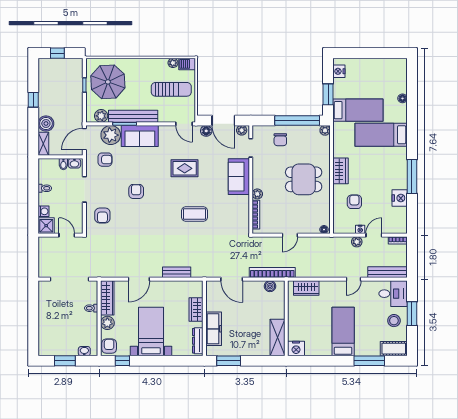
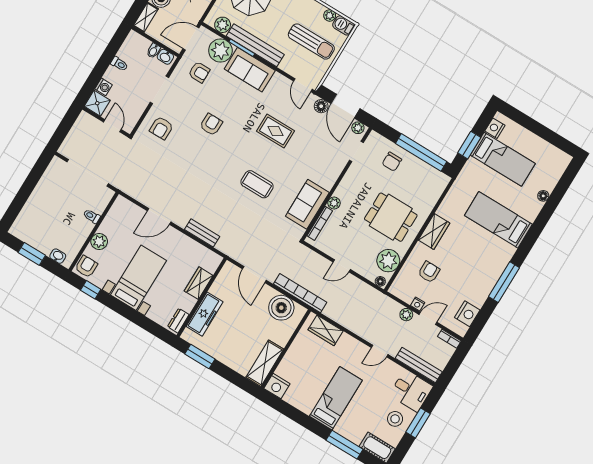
bed: (358, 110) -> (503, 159), moved
plant: (325, 130) -> (388, 261), moved, width x1.87, depth x1.87
sofa: (239, 177) -> (307, 204), moved
nightstand: (400, 198) -> (467, 314), moved
boiler: (270, 286) -> (281, 308), width x1.86, depth x1.86
wardrobe: (107, 298) -> (115, 216), removed
dresser: (198, 341) -> (178, 321), width x0.70

